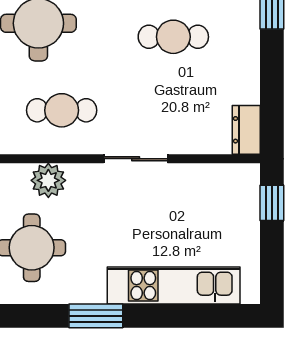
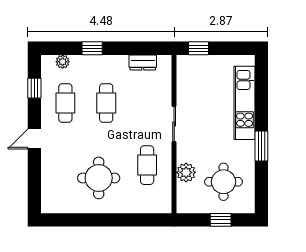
dresser: (246, 130) -> (143, 62), moved

